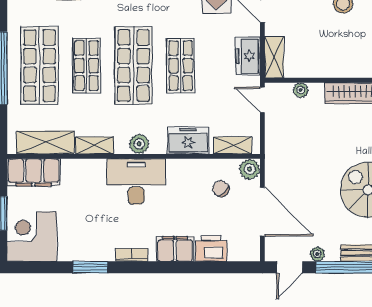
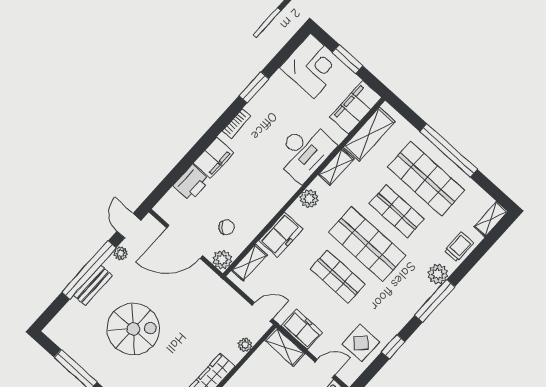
desk: (136, 181) -> (304, 151), moved

